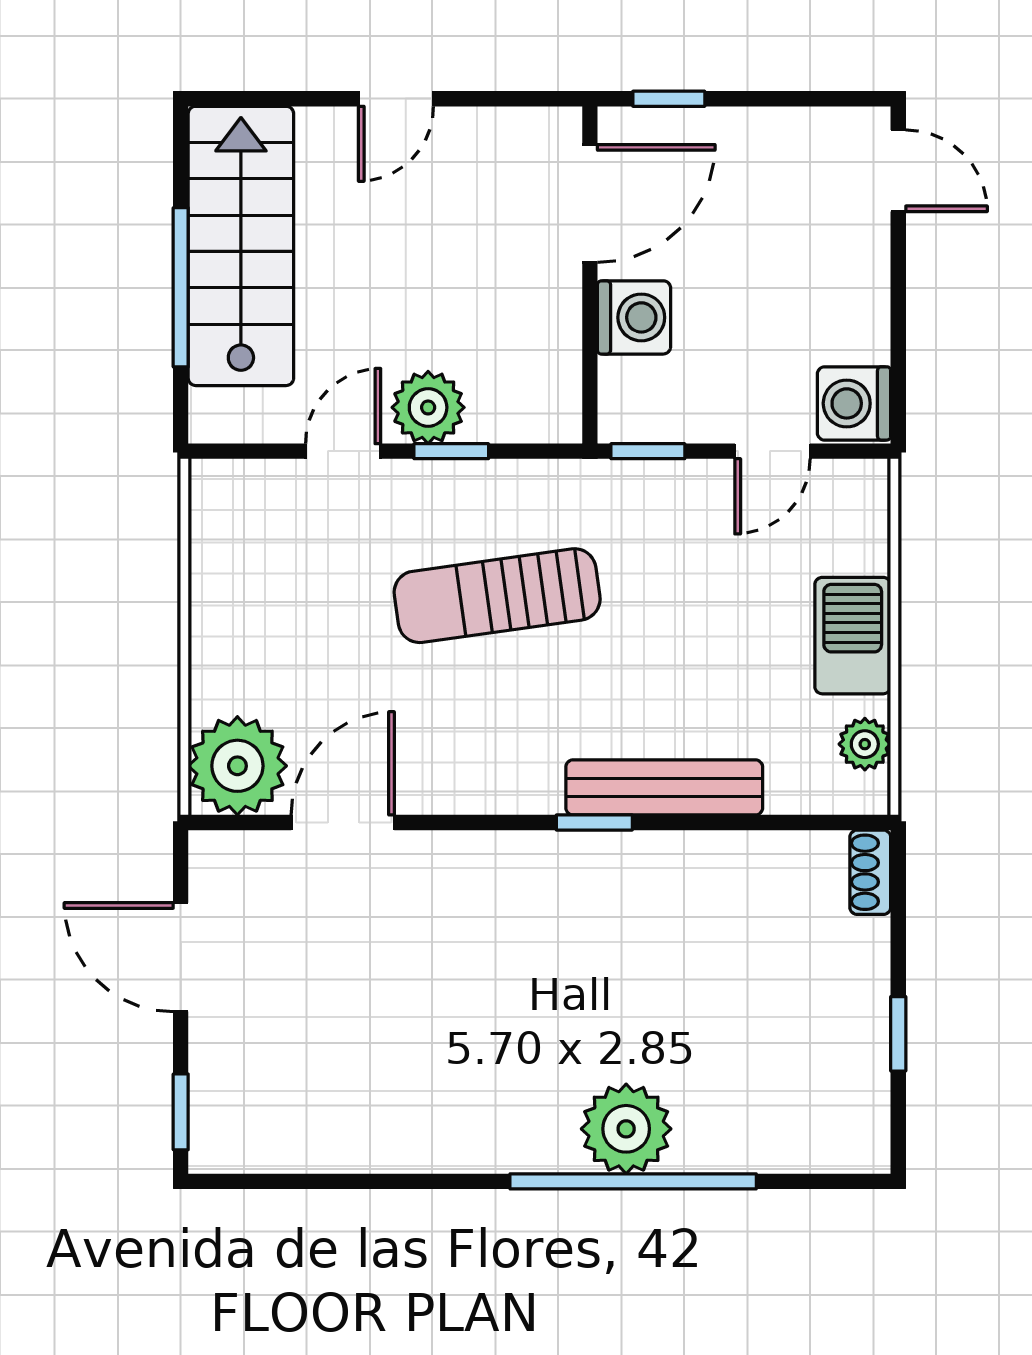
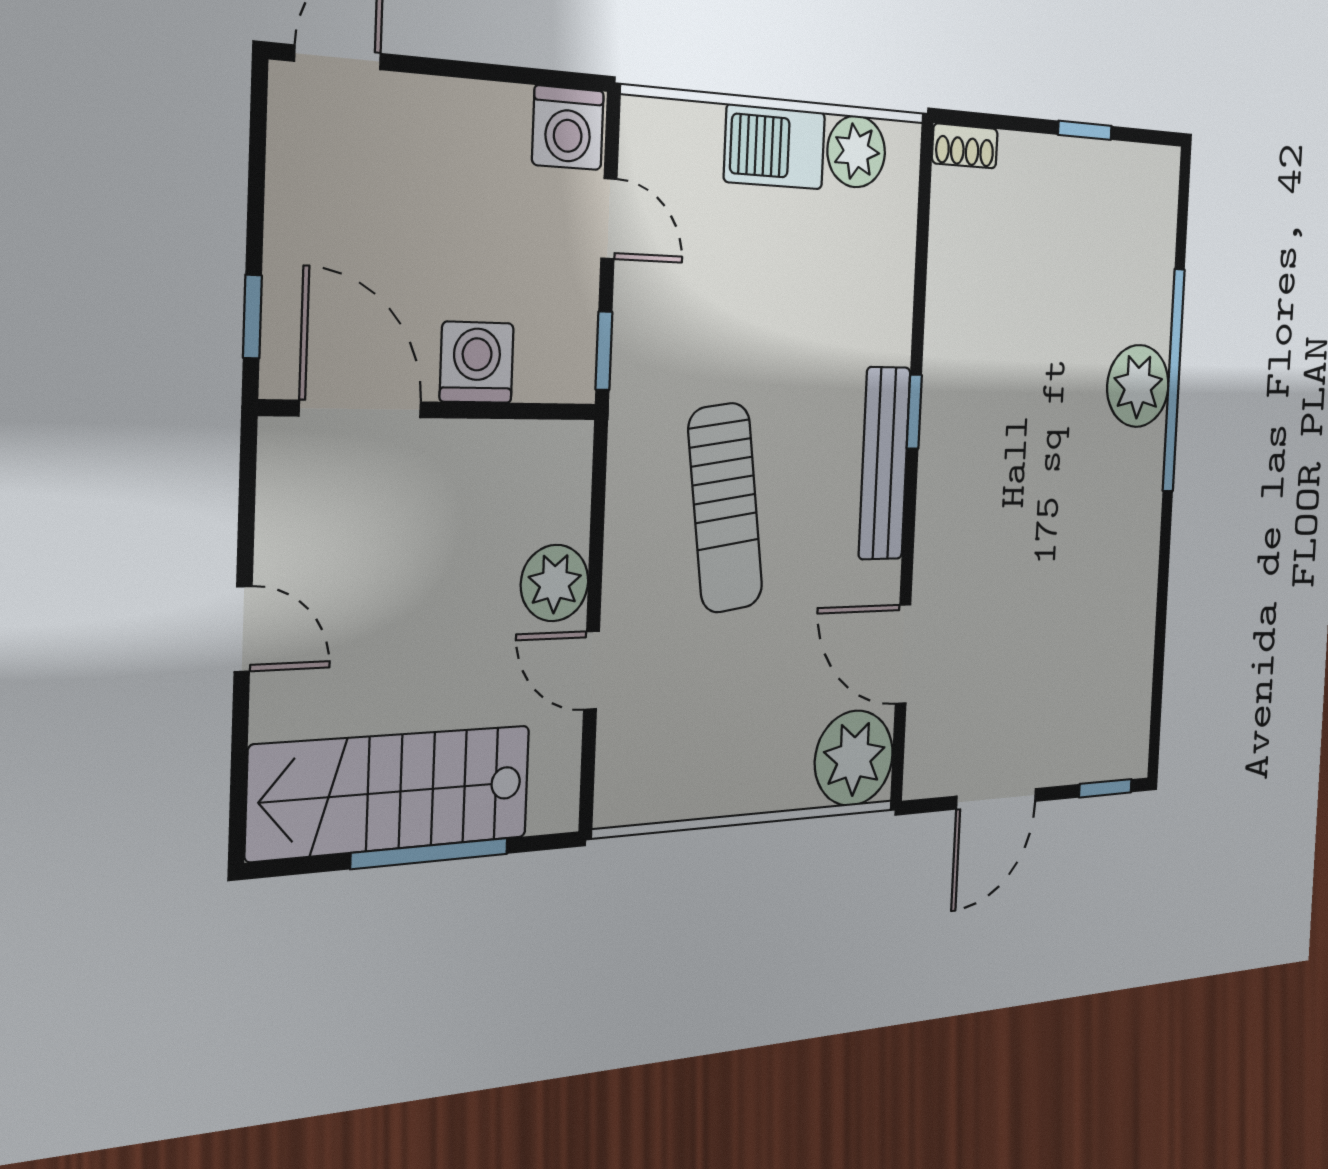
window: (451, 451) -> (596, 558), removed
plant: (865, 744) -> (856, 151), width x1.38, depth x1.38
bench: (664, 787) -> (884, 463), moved

